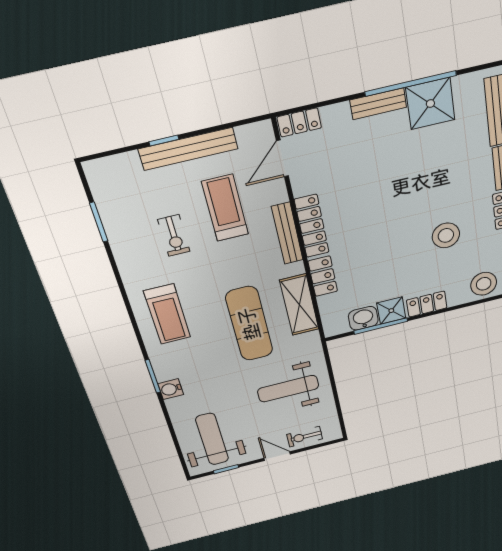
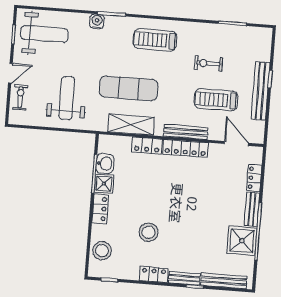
locker: (299, 122) -> (254, 178), moved
treadmill: (225, 208) -> (216, 100), turned 180

